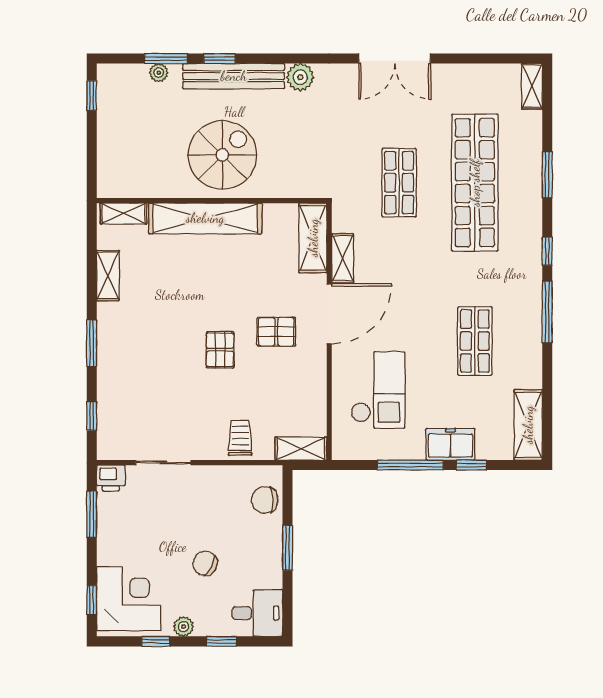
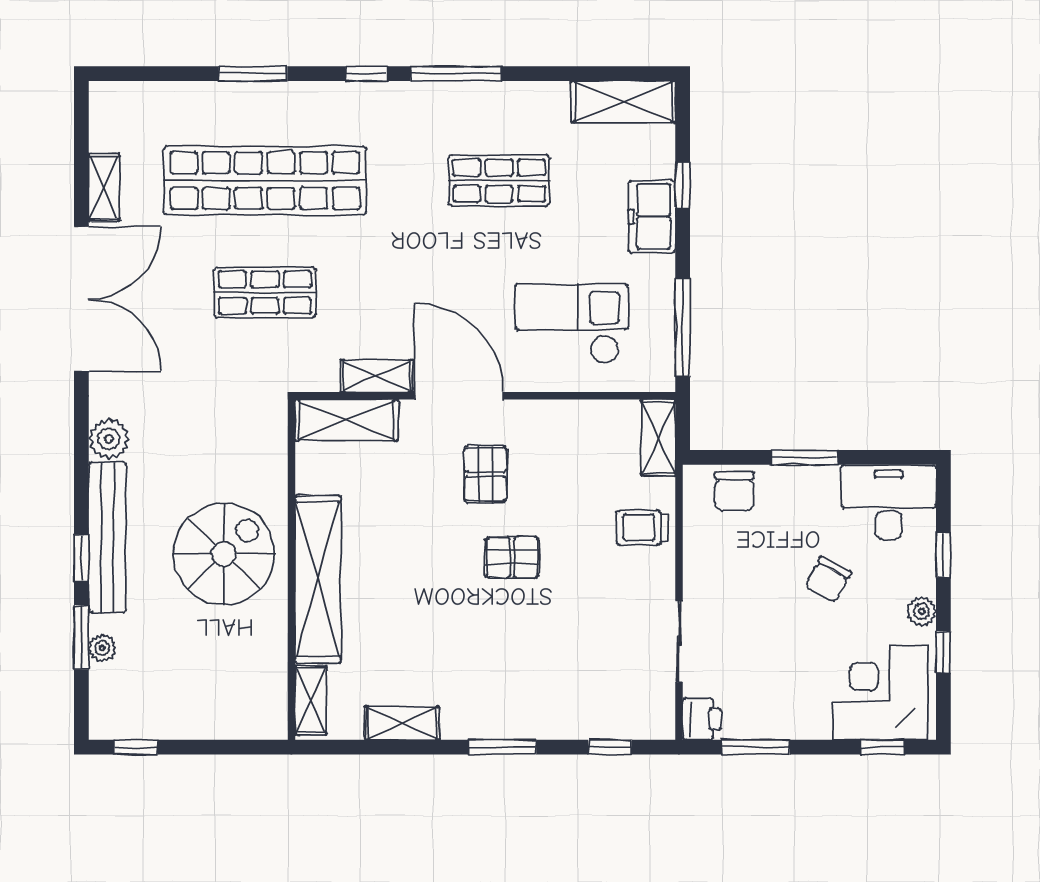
double door: (395, 59) -> (81, 299), width x1.36
shelving: (532, 86) -> (104, 187), moved, turned 90
spiral stairs: (222, 155) -> (224, 554), turned 90
window: (410, 465) -> (683, 327), moved
desk: (257, 613) -> (889, 502), width x1.37

